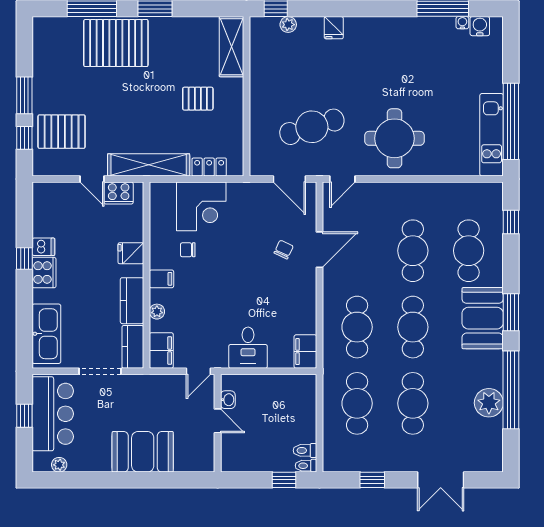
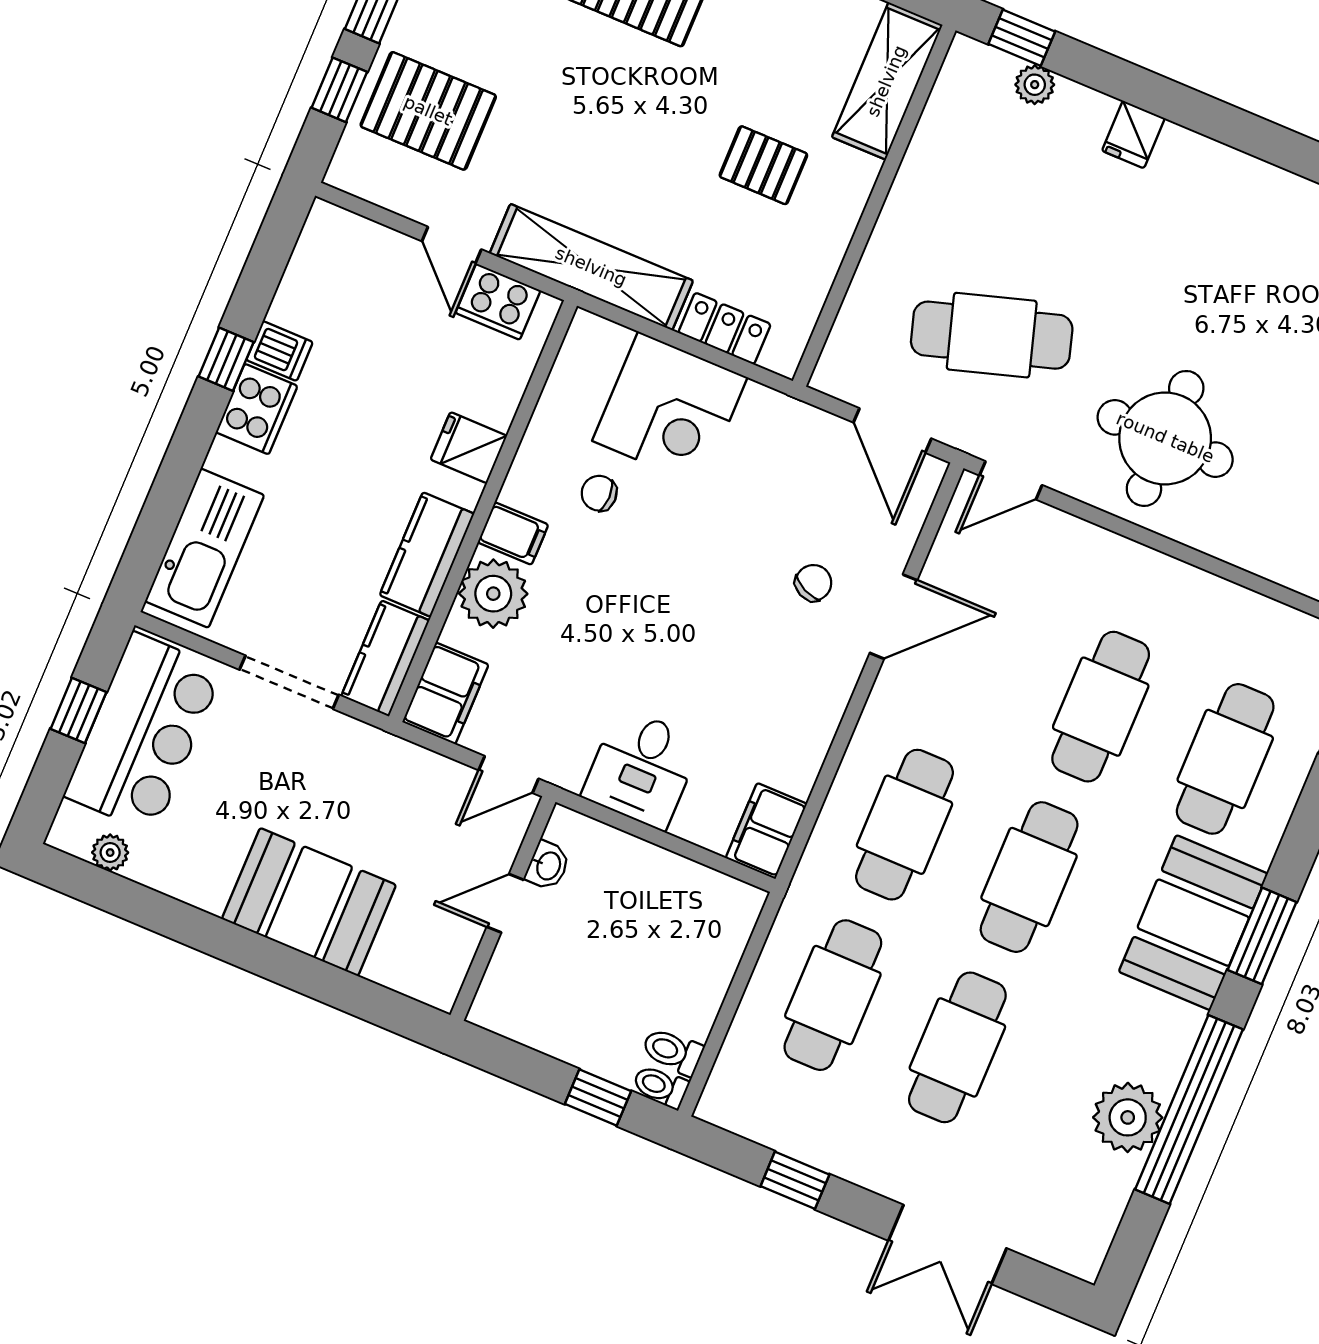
plant: (157, 312) -> (493, 594), width x1.88, depth x1.88
door: (218, 421) -> (505, 903), swing flipped

